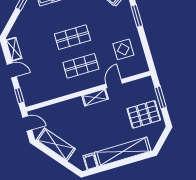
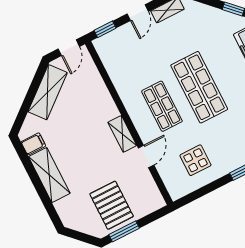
shop shelf: (72, 37) -> (199, 87), width x1.43, depth x1.36
door: (114, 84) -> (146, 157), hinge flipped
window: (161, 97) -> (124, 231), moved
shelving: (123, 152) -> (49, 175), width x0.68

